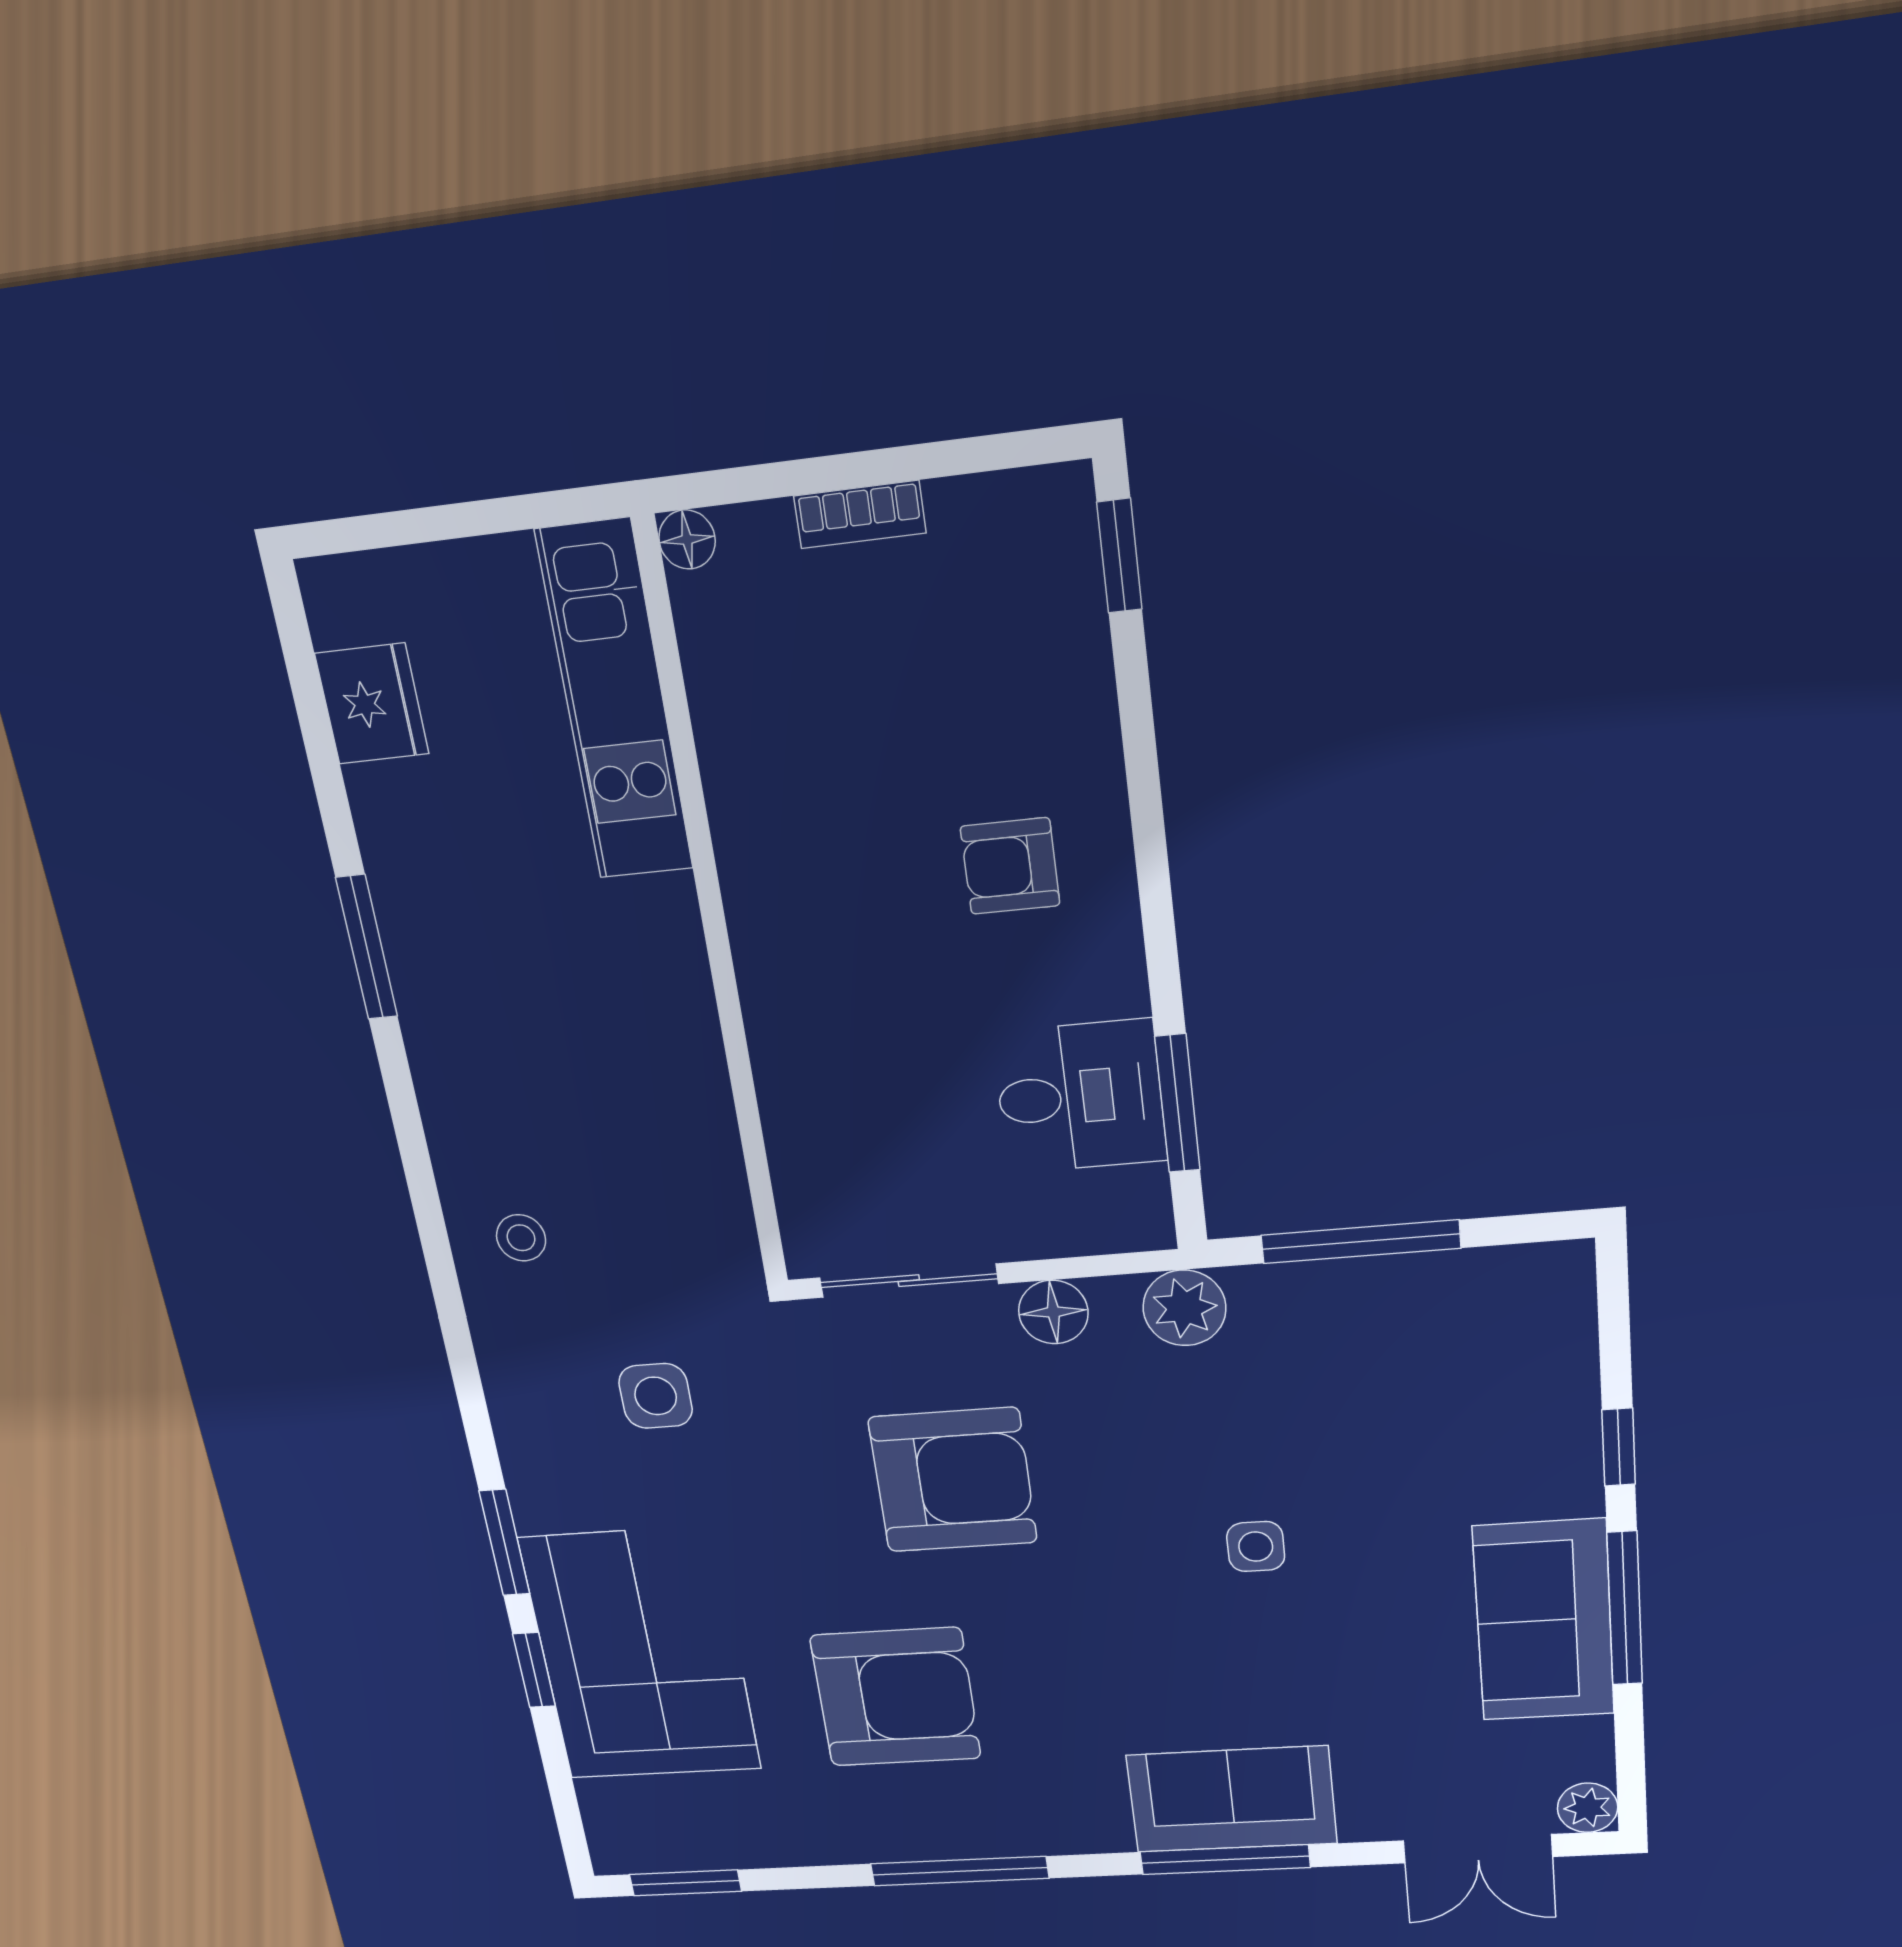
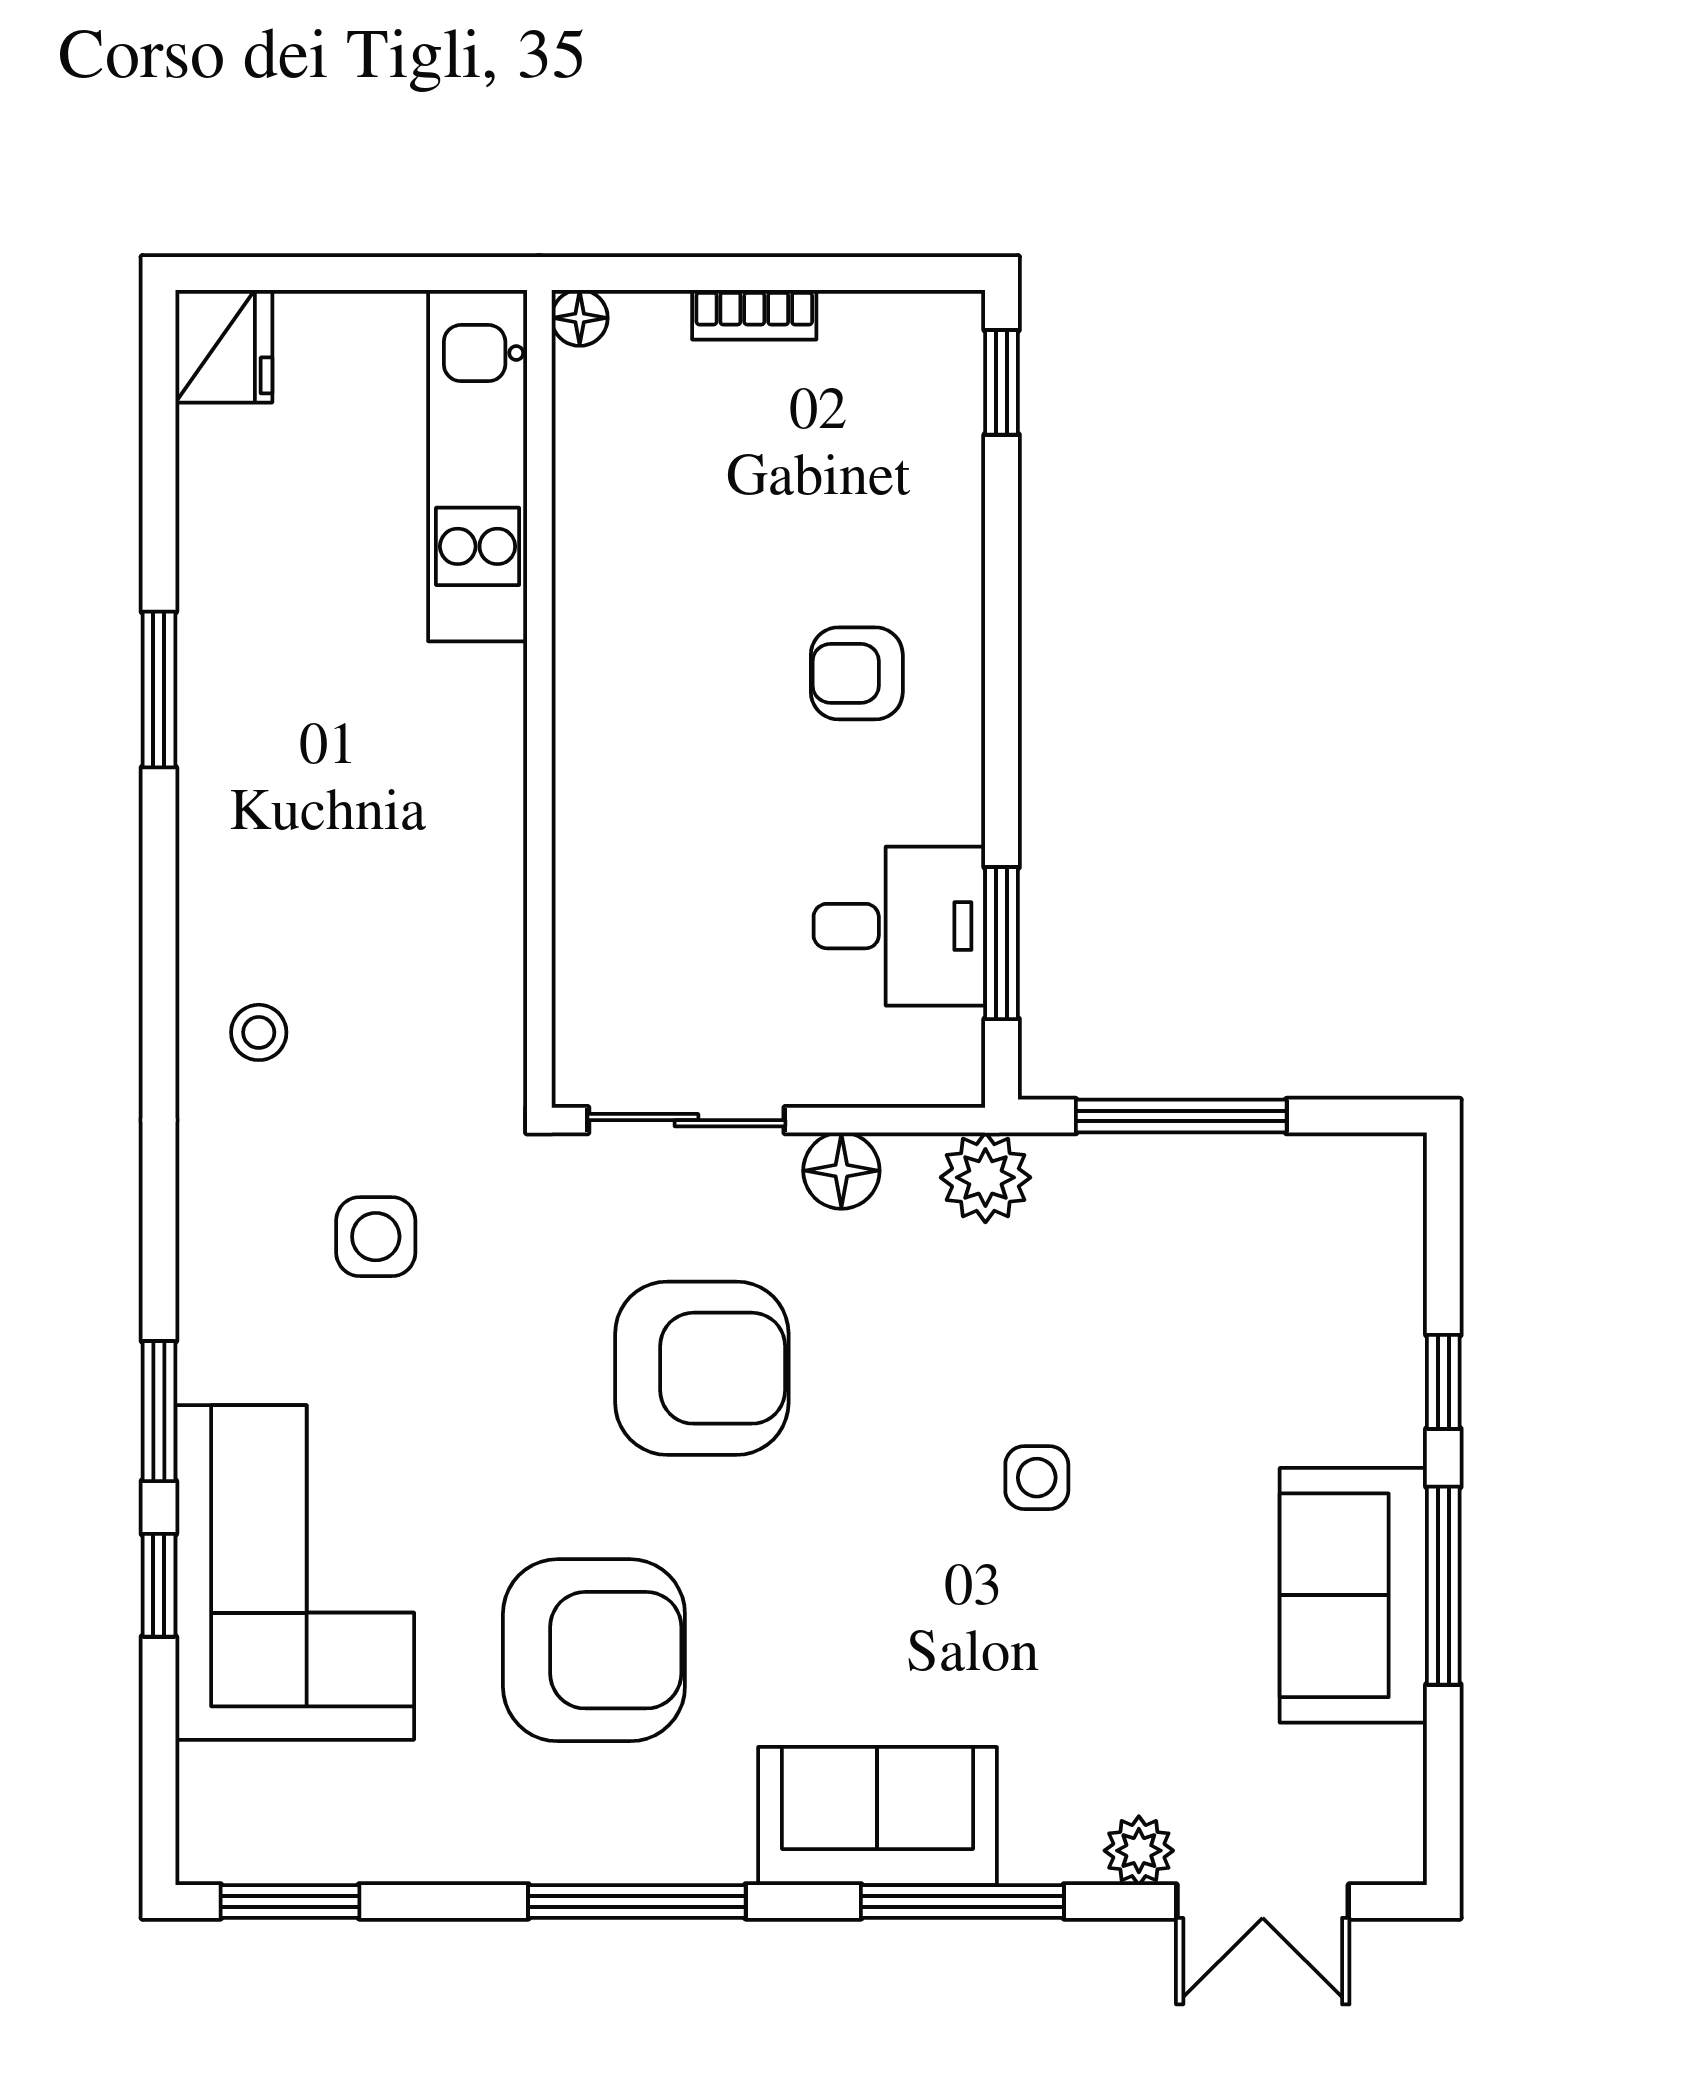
fridge: (372, 704) -> (224, 346), moved
sofa: (1232, 1799) -> (877, 1816), moved
plant: (1588, 1808) -> (1139, 1851), moved

